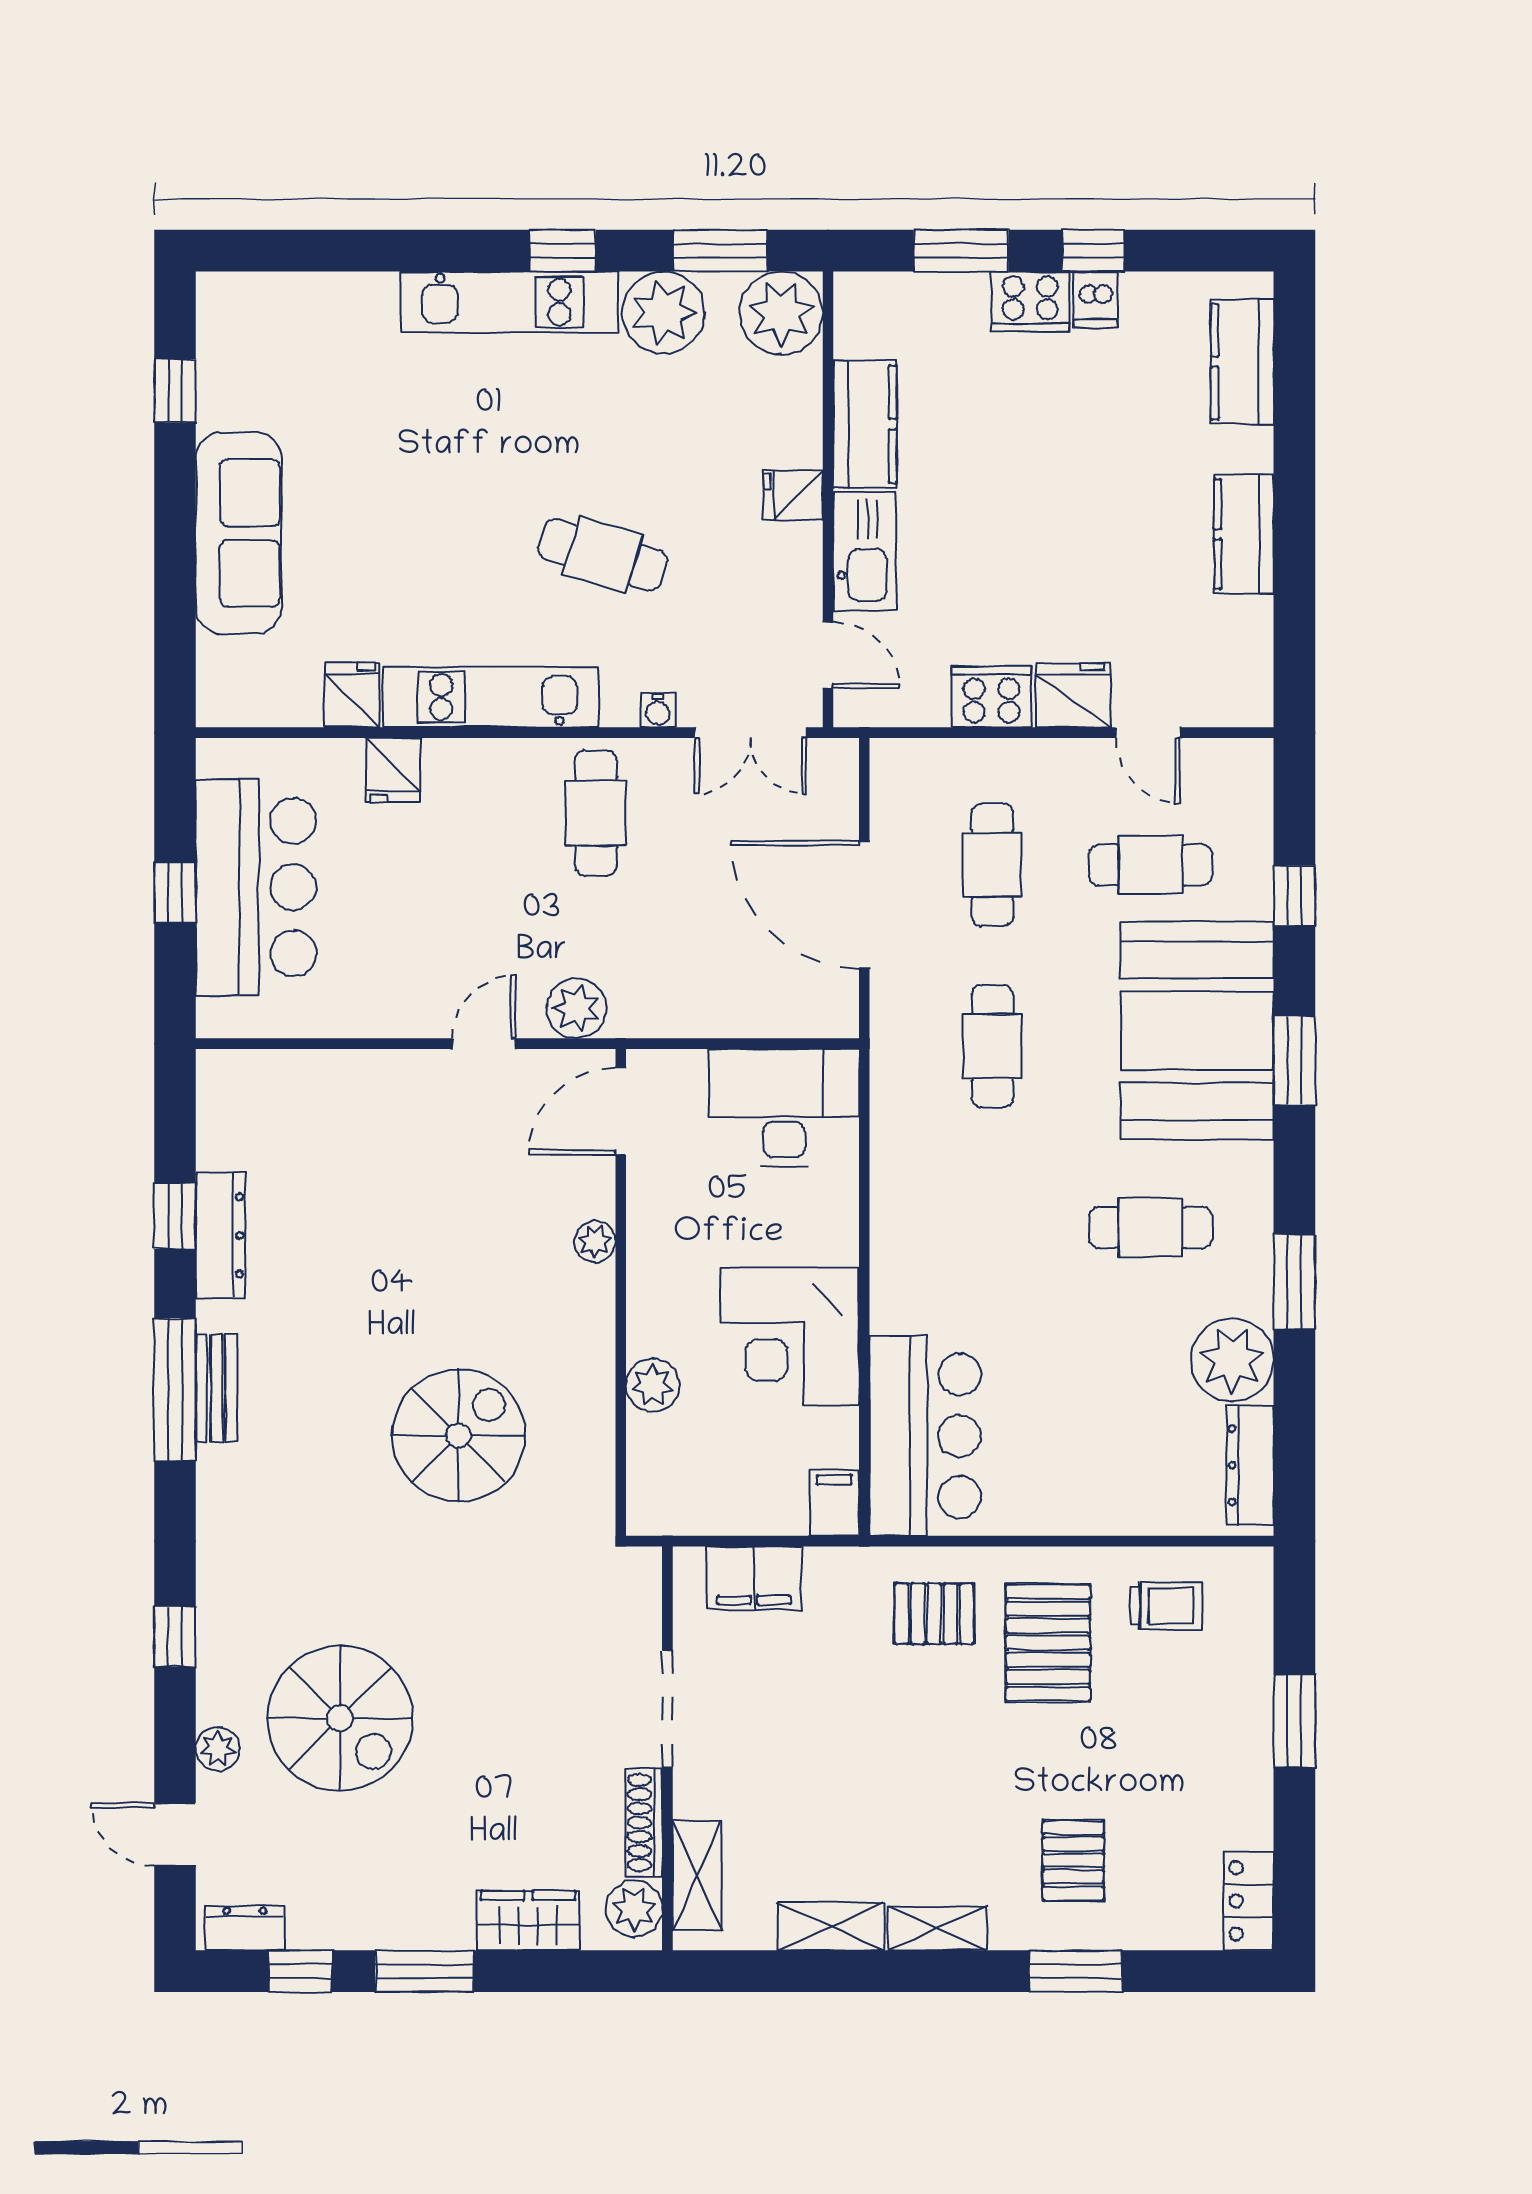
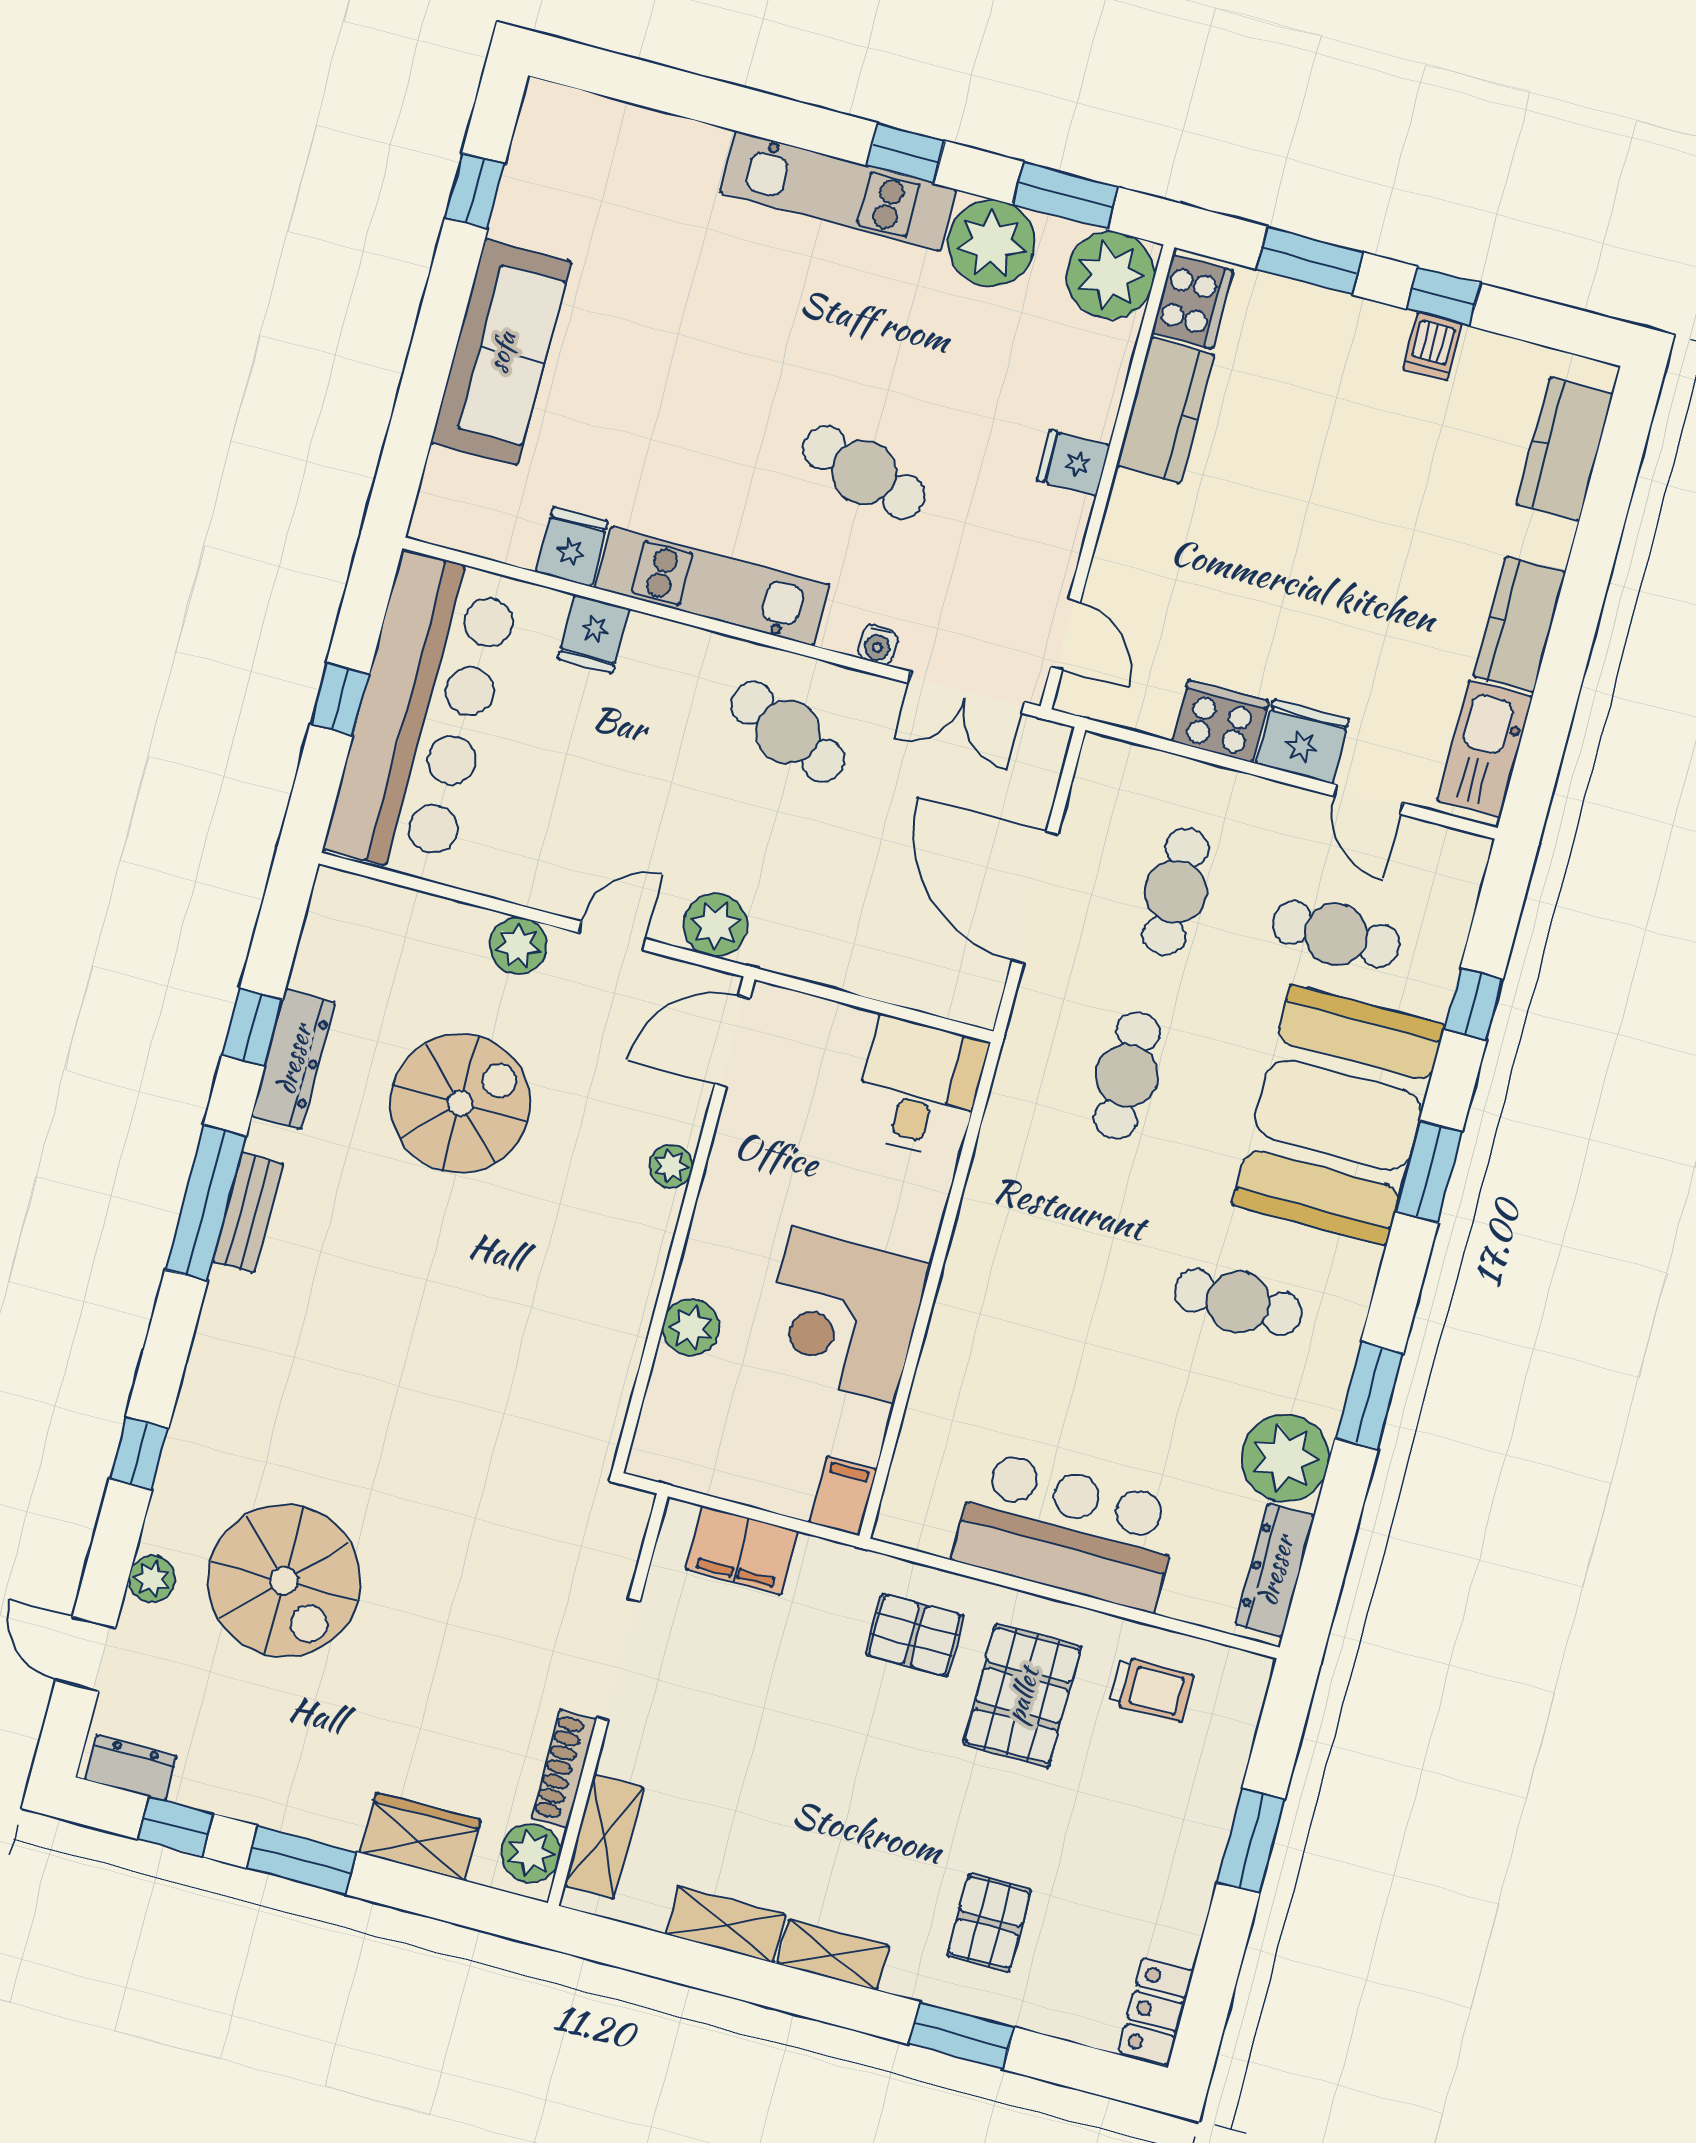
cooker: (1030, 302) -> (1192, 302), moved, turned -90
kitchen sink: (865, 551) -> (1485, 749), moved, turned 180
cafe table: (596, 813) -> (788, 732), turned -66
bar counter: (256, 887) -> (423, 716), width x1.36
plant: (400, 1076) -> (518, 946), added
desk: (784, 1108) -> (920, 1087), width x0.73
spiral stairs: (458, 1435) -> (460, 1103), moved
bar counter: (925, 1436) -> (1067, 1531), moved, turned -90

